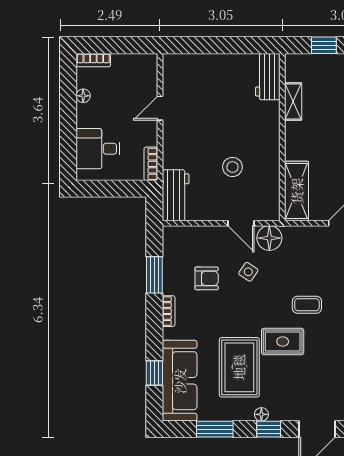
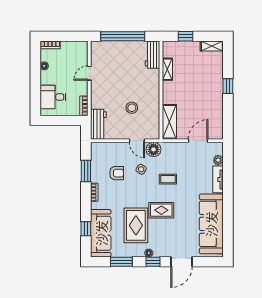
window: (217, 45) -> (123, 36), added
coffee table: (307, 305) -> (168, 179), moved

